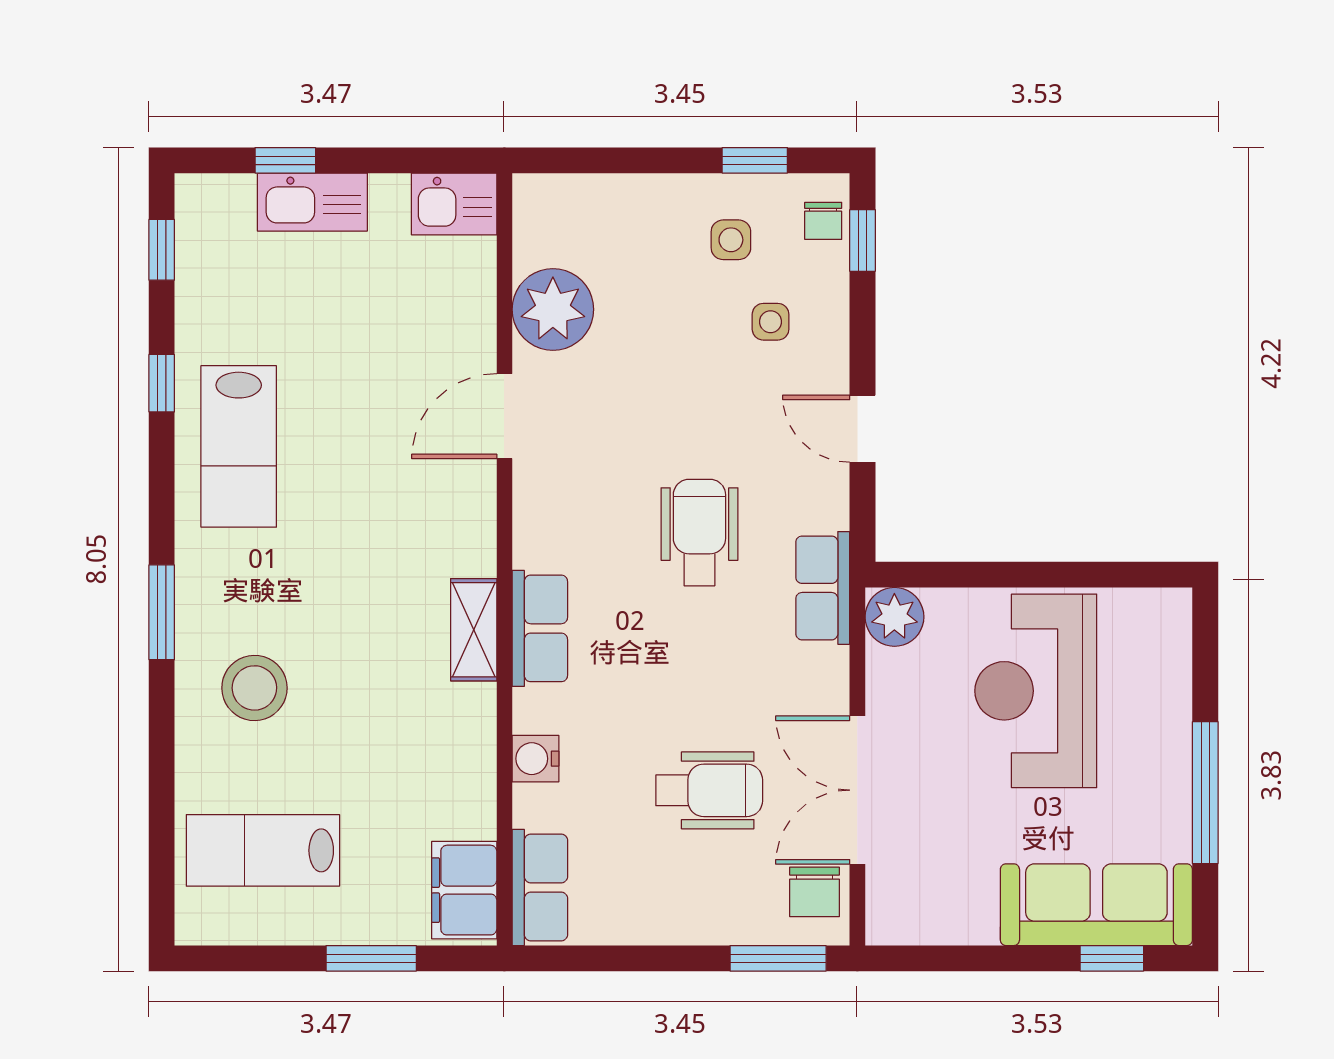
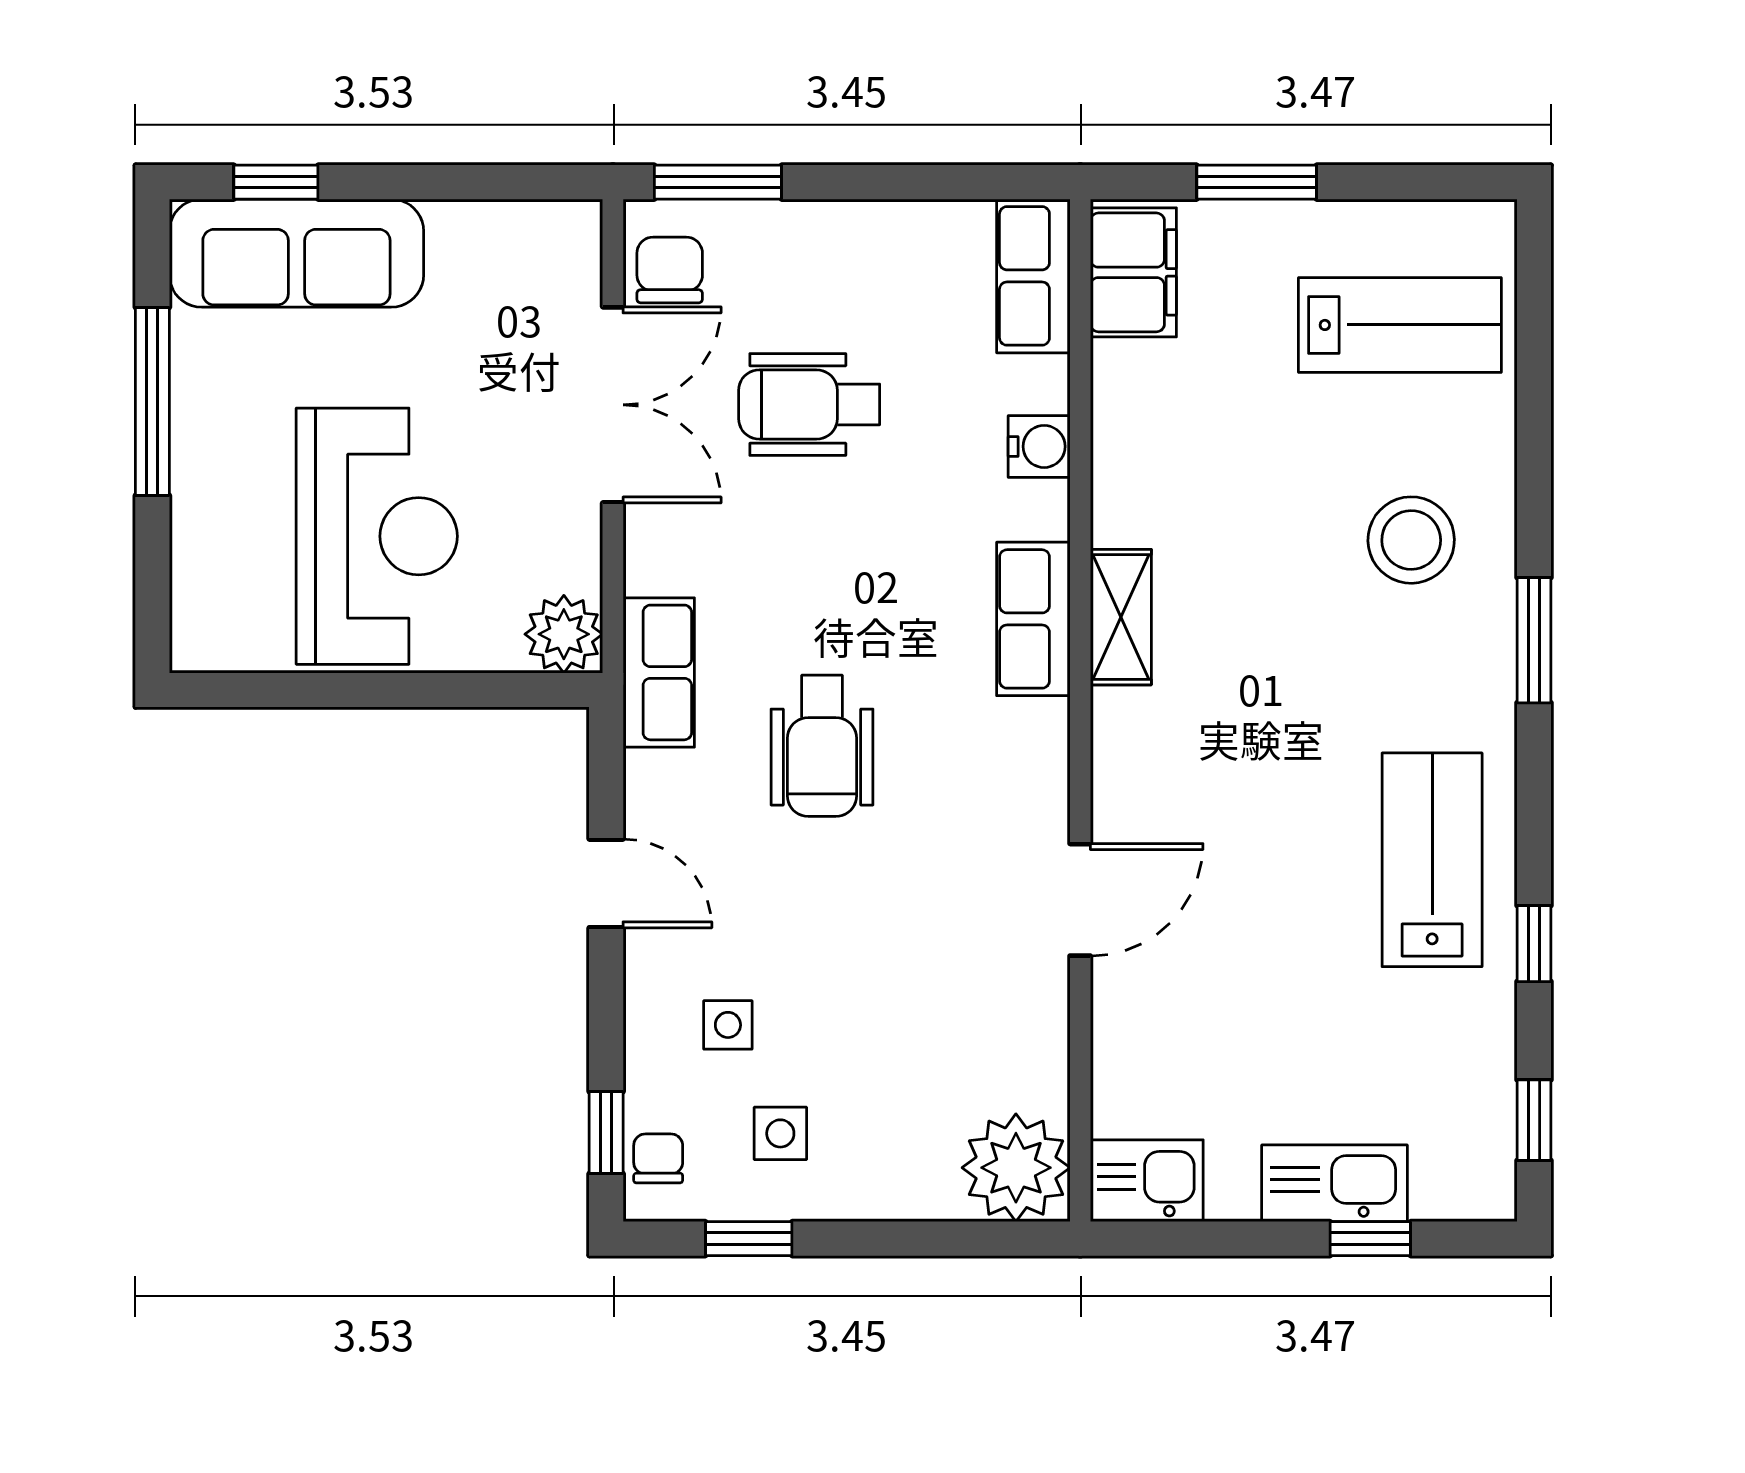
plant: (553, 309) -> (1016, 1168), moved

